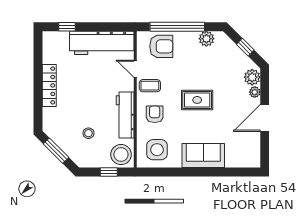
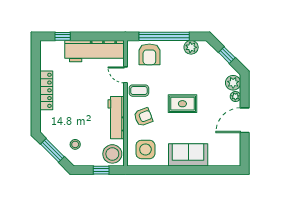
armchair: (161, 46) -> (149, 54), turned 90
armchair: (155, 114) -> (143, 117), turned 69
stool: (88, 133) -> (75, 144), moved

